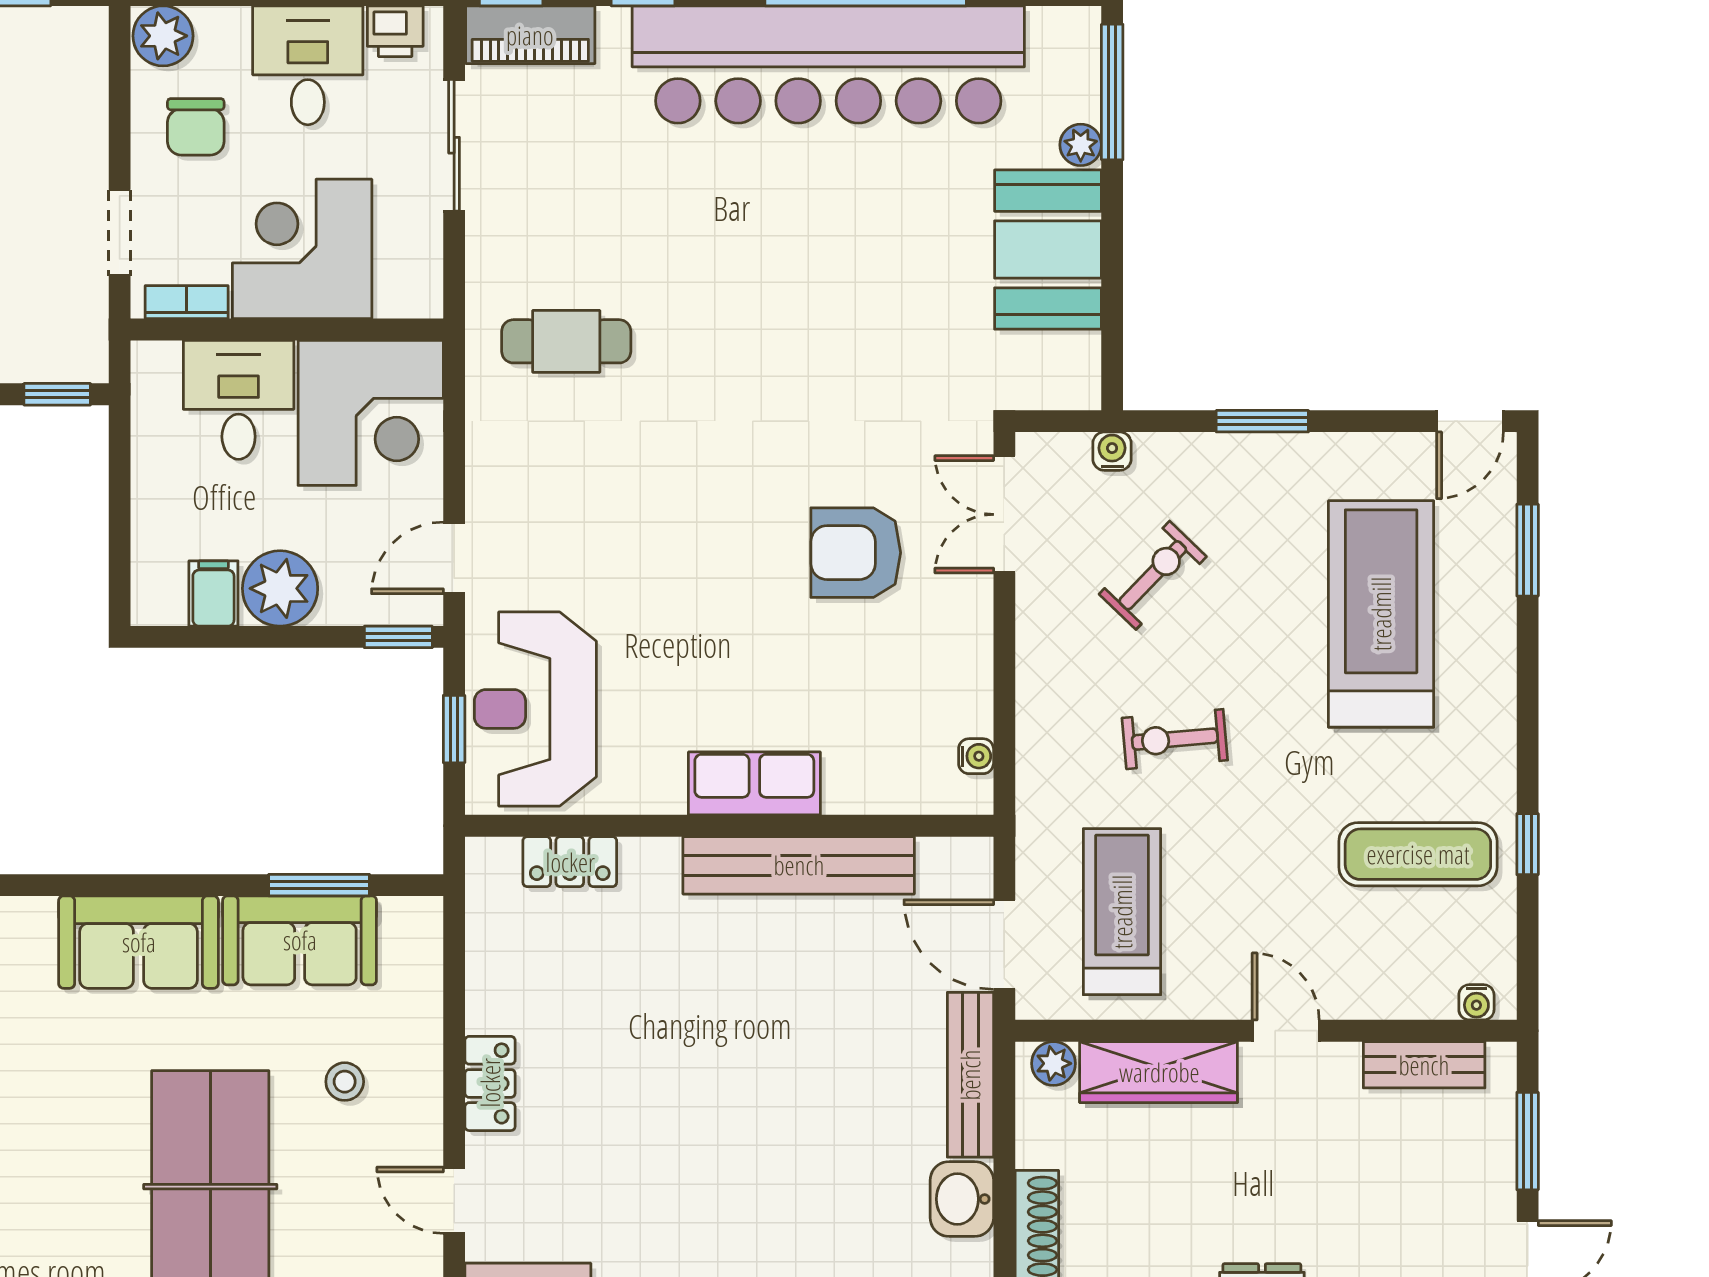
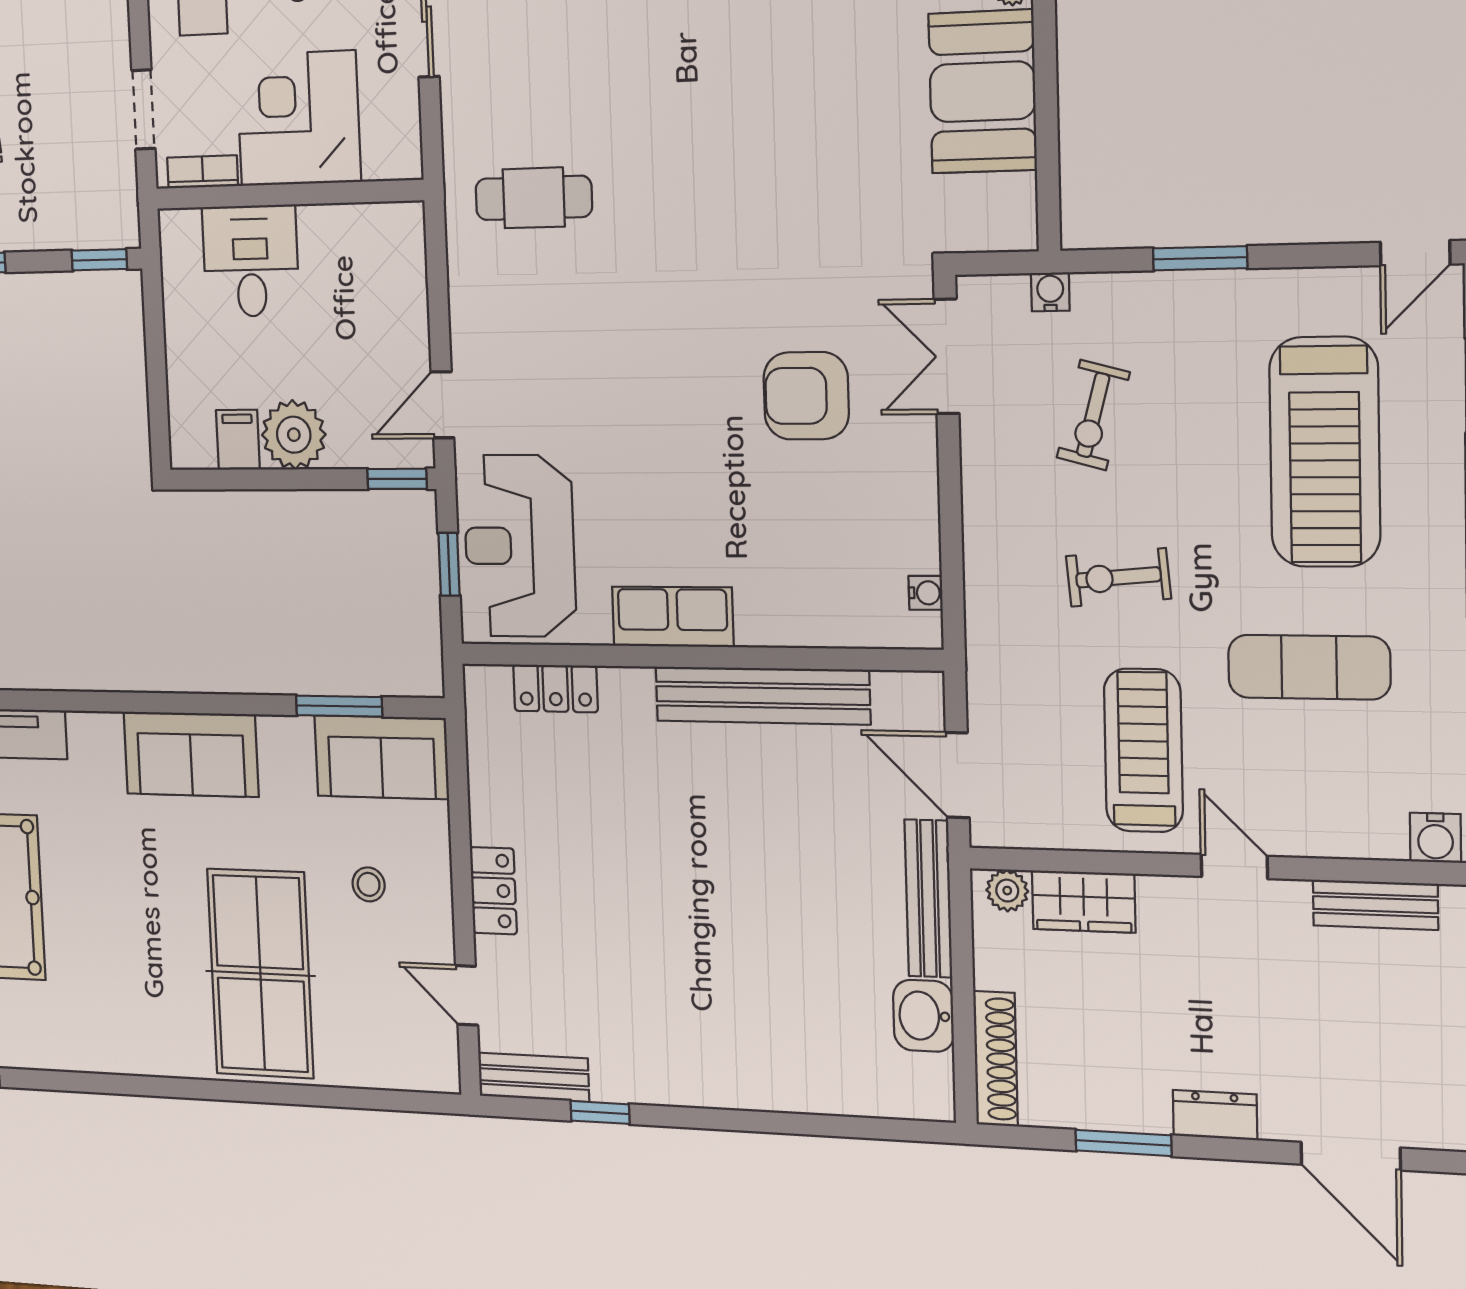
corner desk: (371, 413) -> (364, 270), removed
exercise bike: (1153, 575) -> (1093, 415), turned 151
treadmill: (1381, 614) -> (1325, 452), turned 180
row of seats: (754, 783) -> (673, 617), moved
exercise mat: (1418, 854) -> (1309, 667), moved
treadmill: (1122, 912) -> (1143, 750), moved
sofa: (300, 940) -> (382, 757), moved
water cooler: (1476, 1002) -> (1436, 838), width x1.38, depth x1.38
wardrobe: (1159, 1072) -> (1084, 901), width x0.67

